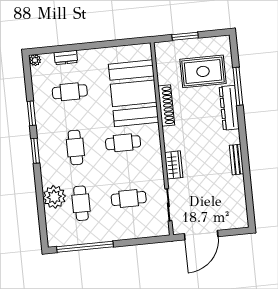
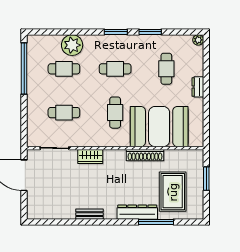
dresser: (66, 57) -> (198, 87), moved
cafe table: (129, 198) -> (64, 113), turned 90

